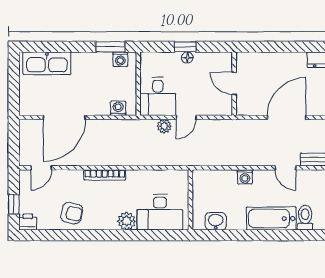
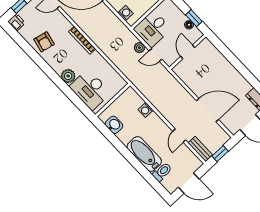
door: (234, 83) -> (188, 52), moved
wall: (234, 84) -> (188, 52), moved
washing machine: (245, 177) -> (146, 110), moved

